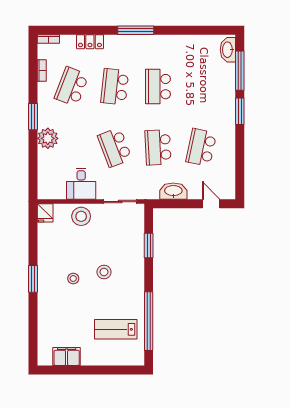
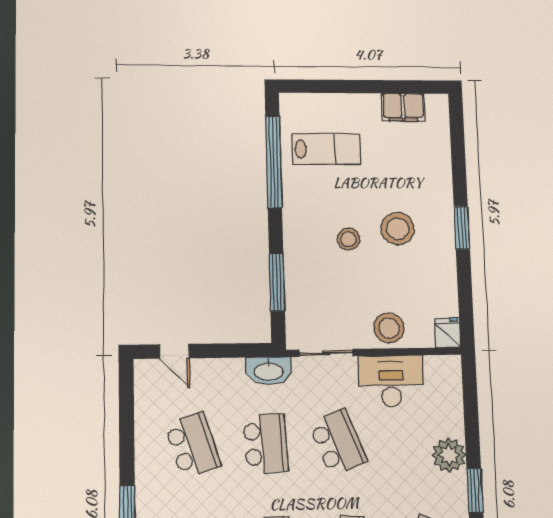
school desk: (201, 147) -> (193, 445), turned -30
desk: (81, 184) -> (391, 381), width x1.37
washbasin: (173, 191) -> (269, 371), moved
window: (149, 245) -> (277, 282), width x1.44
stool: (73, 278) -> (398, 229), width x1.89, depth x1.89

